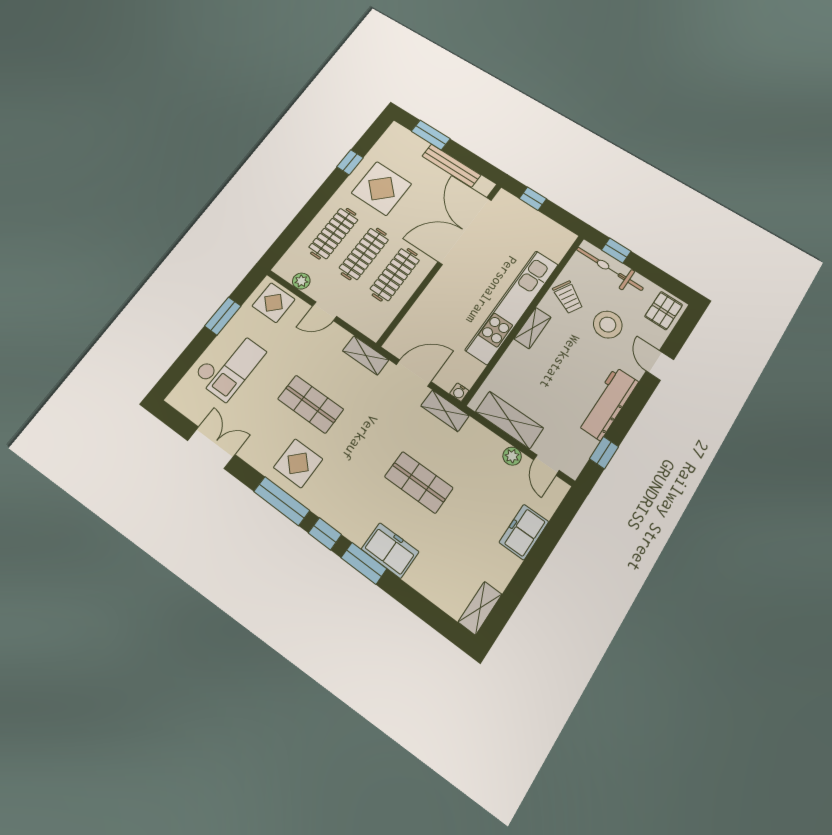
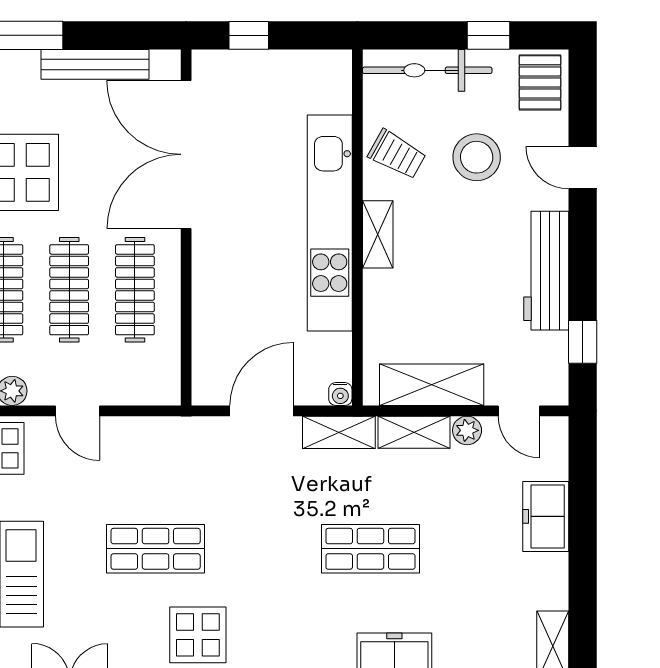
window: (616, 251) -> (488, 35), moved
door: (325, 311) -> (78, 411), hinge flipped
shelving: (366, 355) -> (414, 432), moved

